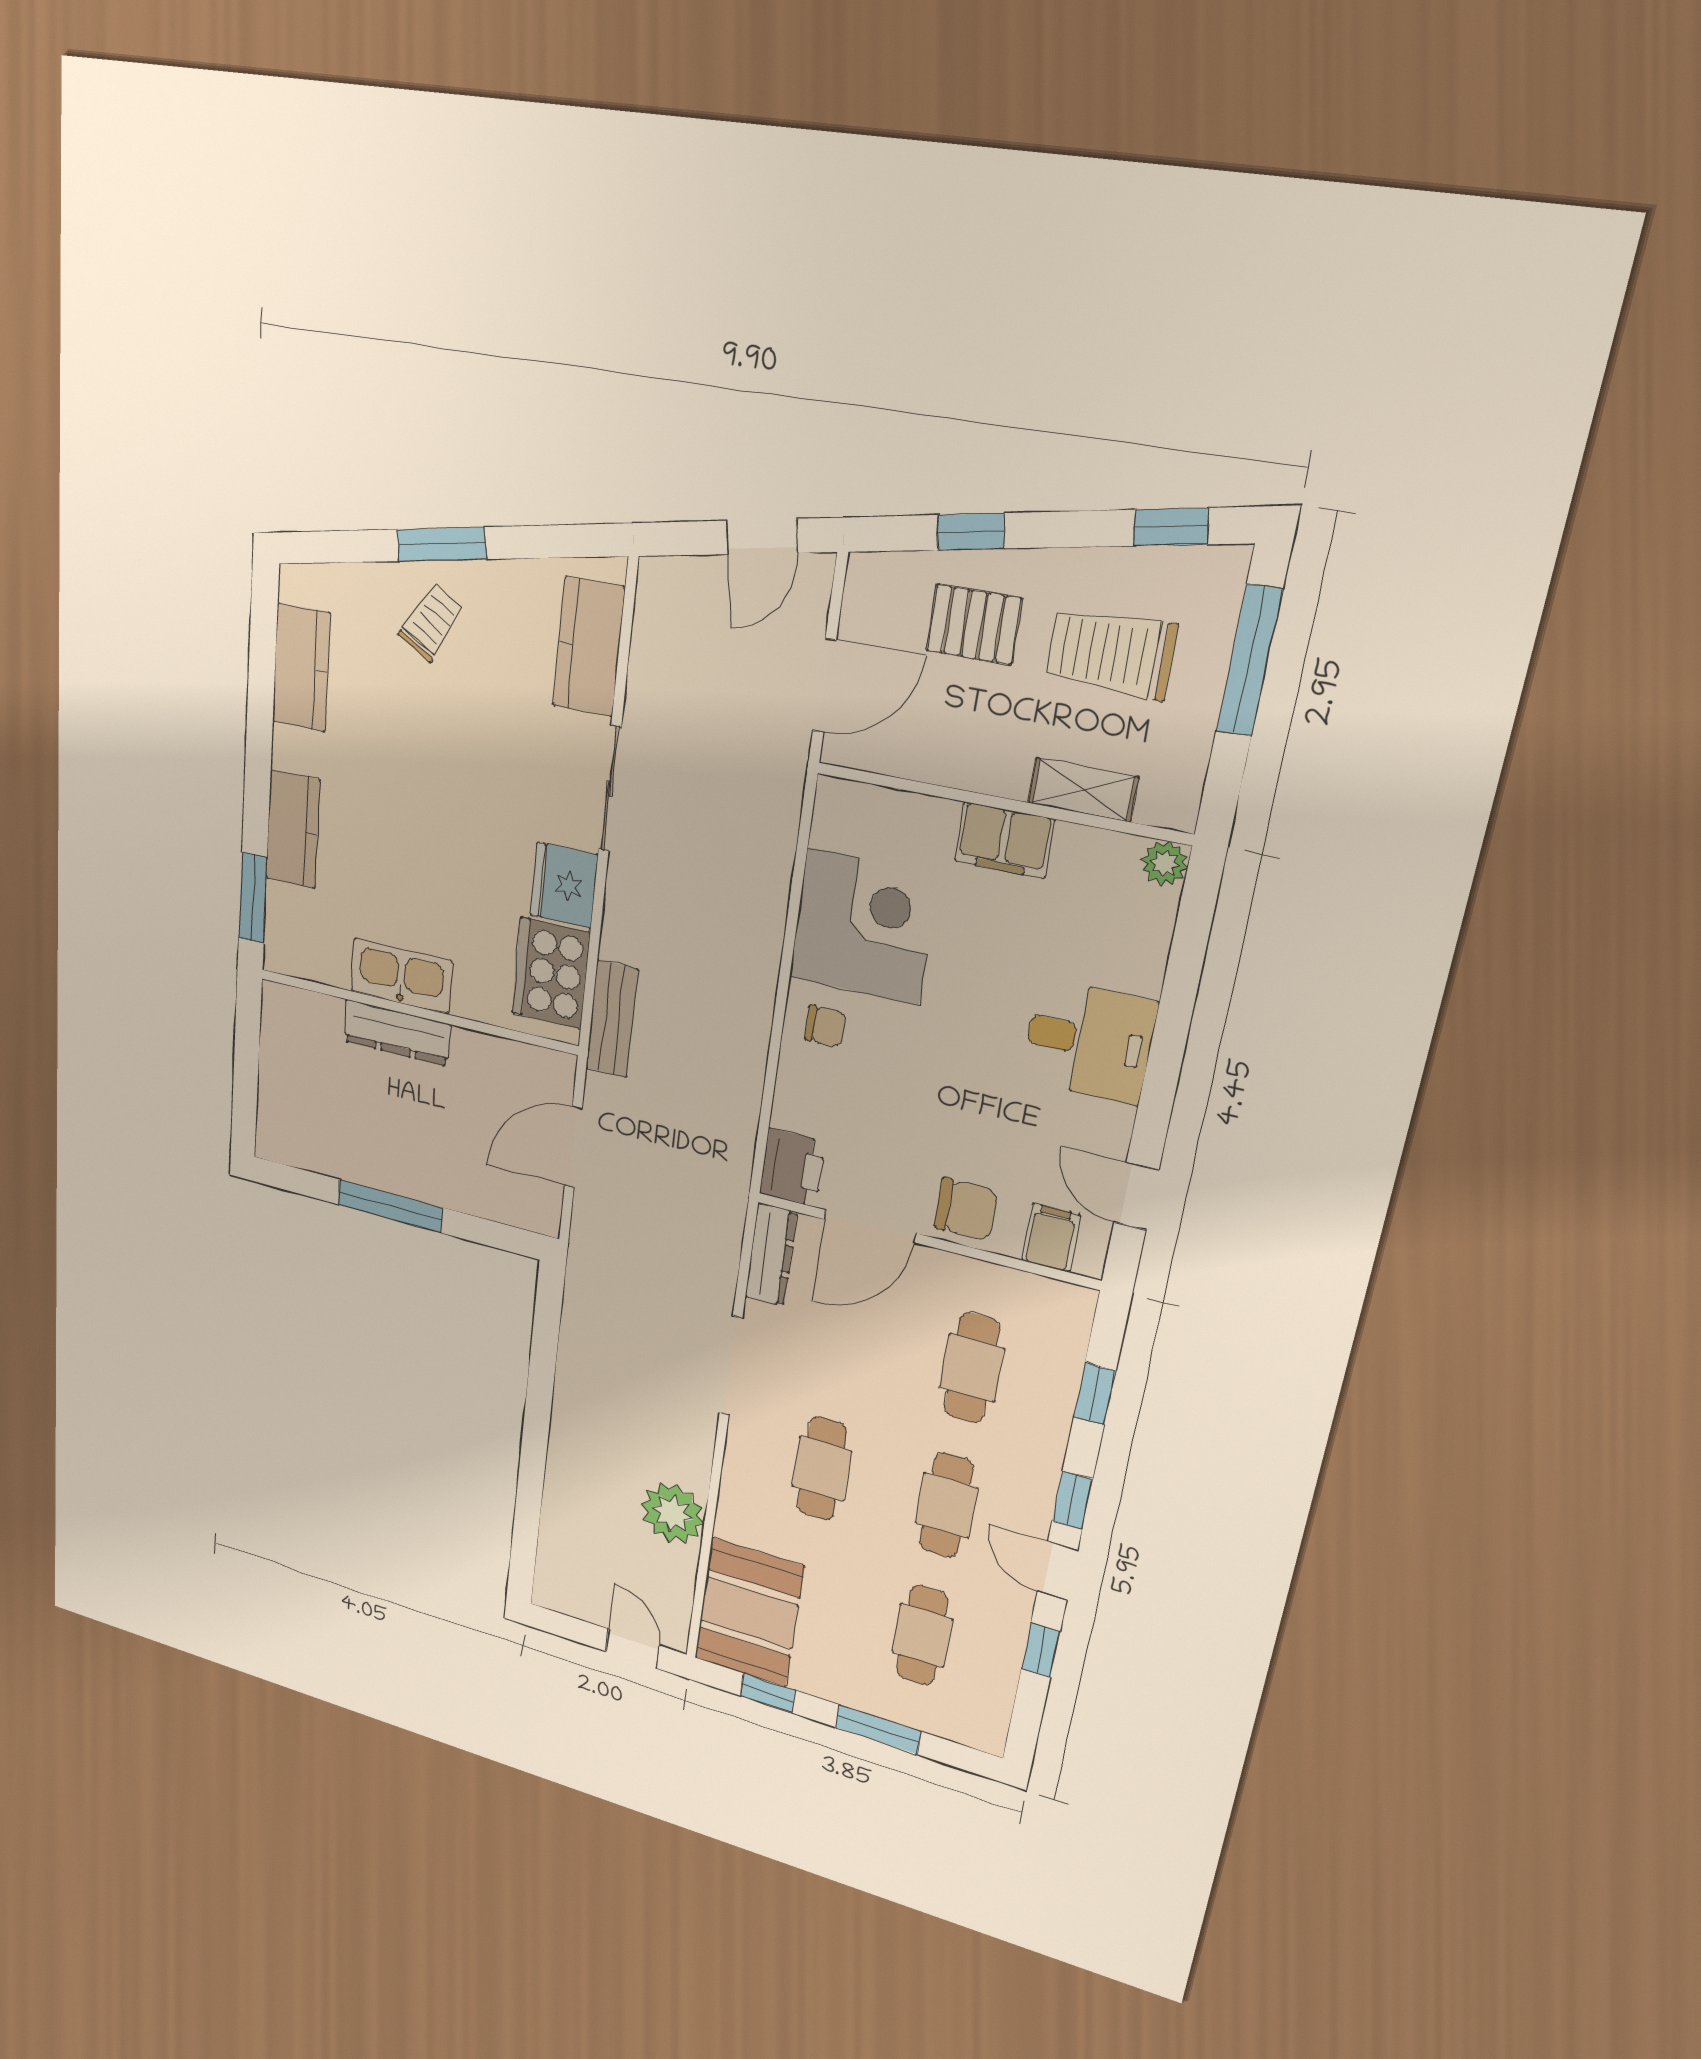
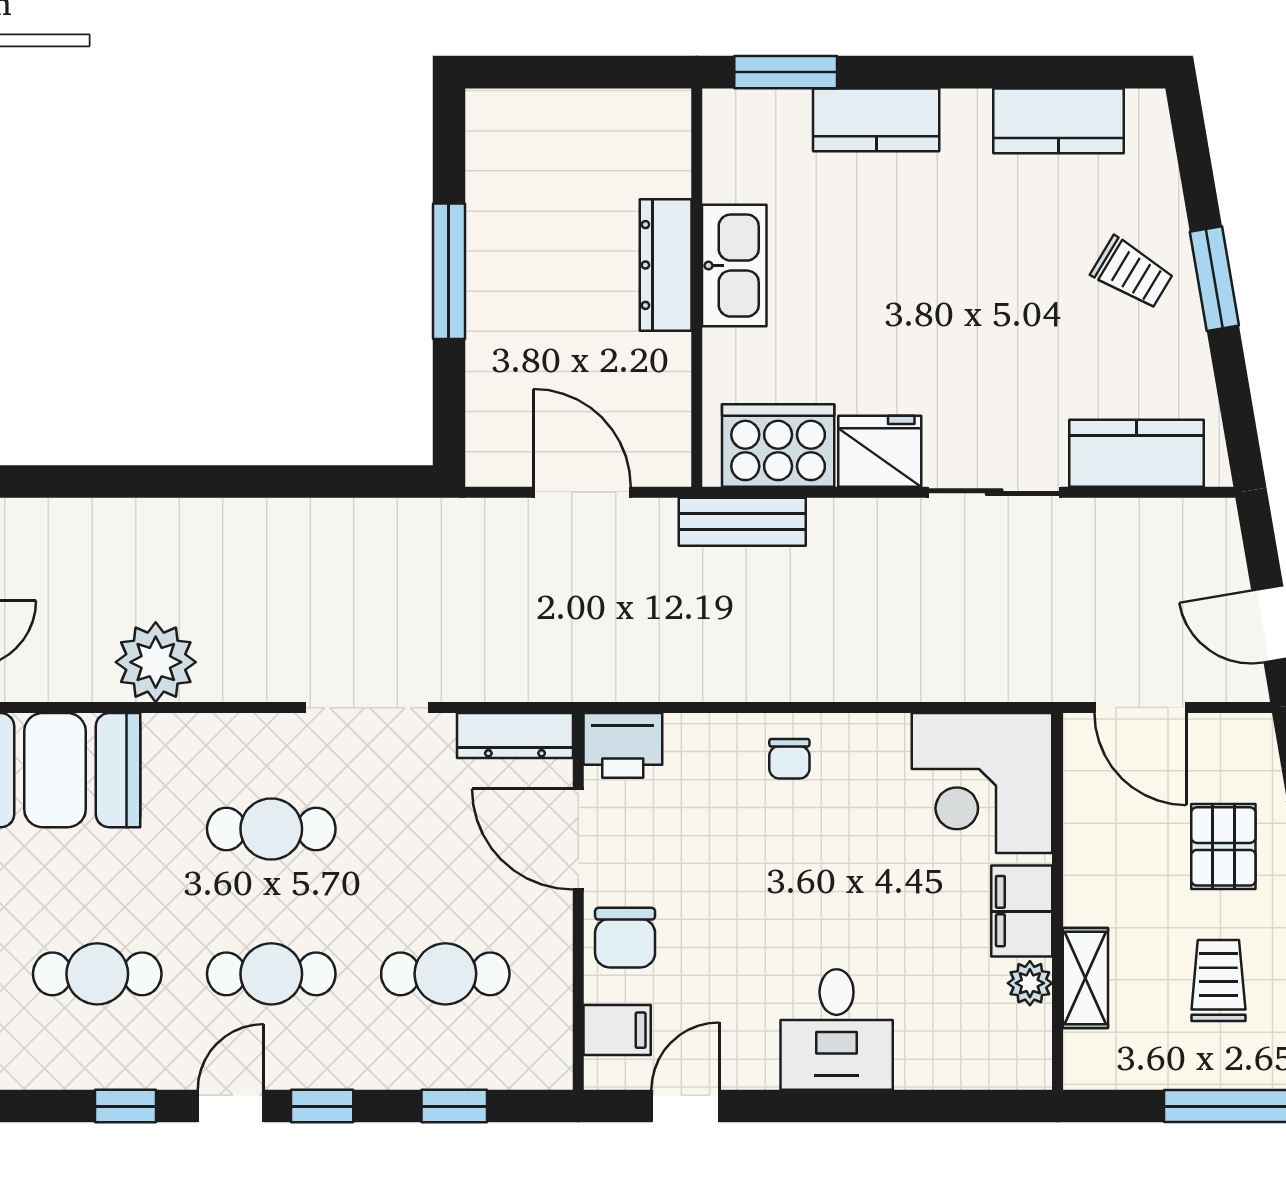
trolley: (1111, 653) -> (1218, 980), width x0.73, depth x0.72
plant: (1165, 863) -> (1030, 983), moved
corner desk: (863, 926) -> (982, 783), moved, turned 90

